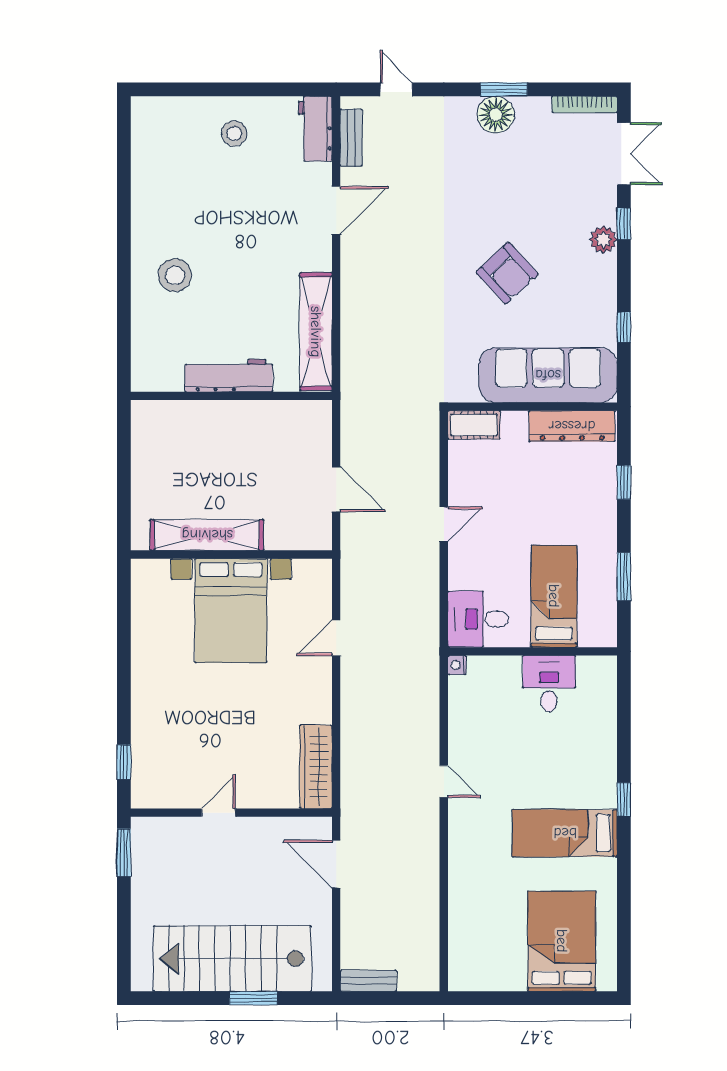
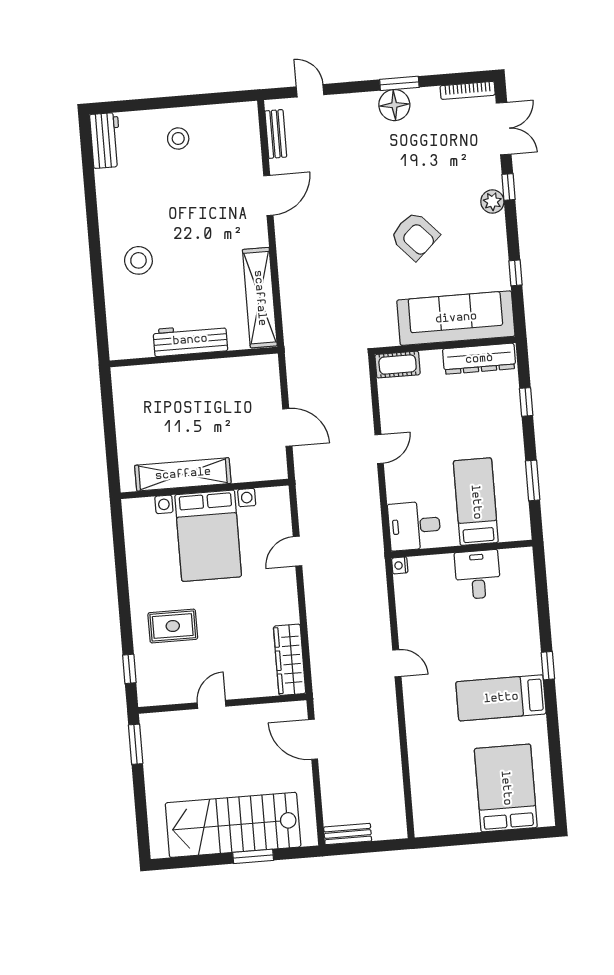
workbench: (315, 129) -> (106, 140), moved, turned 180
rug: (180, 715) -> (173, 626), added

